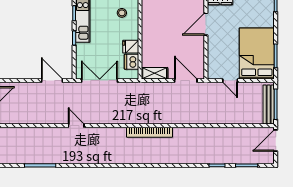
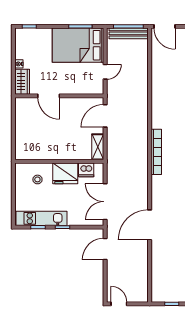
fridge: (131, 47) -> (65, 173), width x1.88, depth x1.34
door: (76, 126) -> (150, 225), width x1.88

